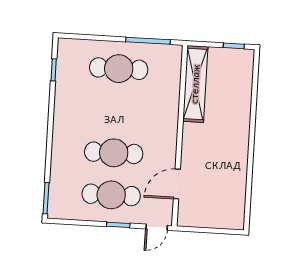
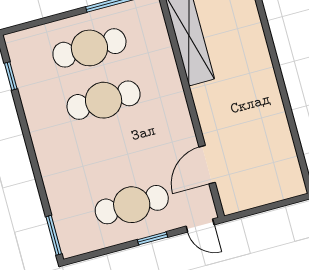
cafe table: (114, 153) -> (104, 100), moved
door: (157, 227) -> (200, 225), hinge flipped

